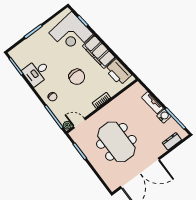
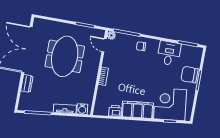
printer: (118, 72) -> (115, 111), width x0.53, depth x0.68
chair: (77, 77) -> (190, 75), moved
water cooler: (164, 116) -> (82, 109), moved
door: (79, 123) -> (104, 45), swing flipped
dresser: (172, 141) -> (27, 83), moved
meeting table: (116, 142) -> (65, 56), turned 90

